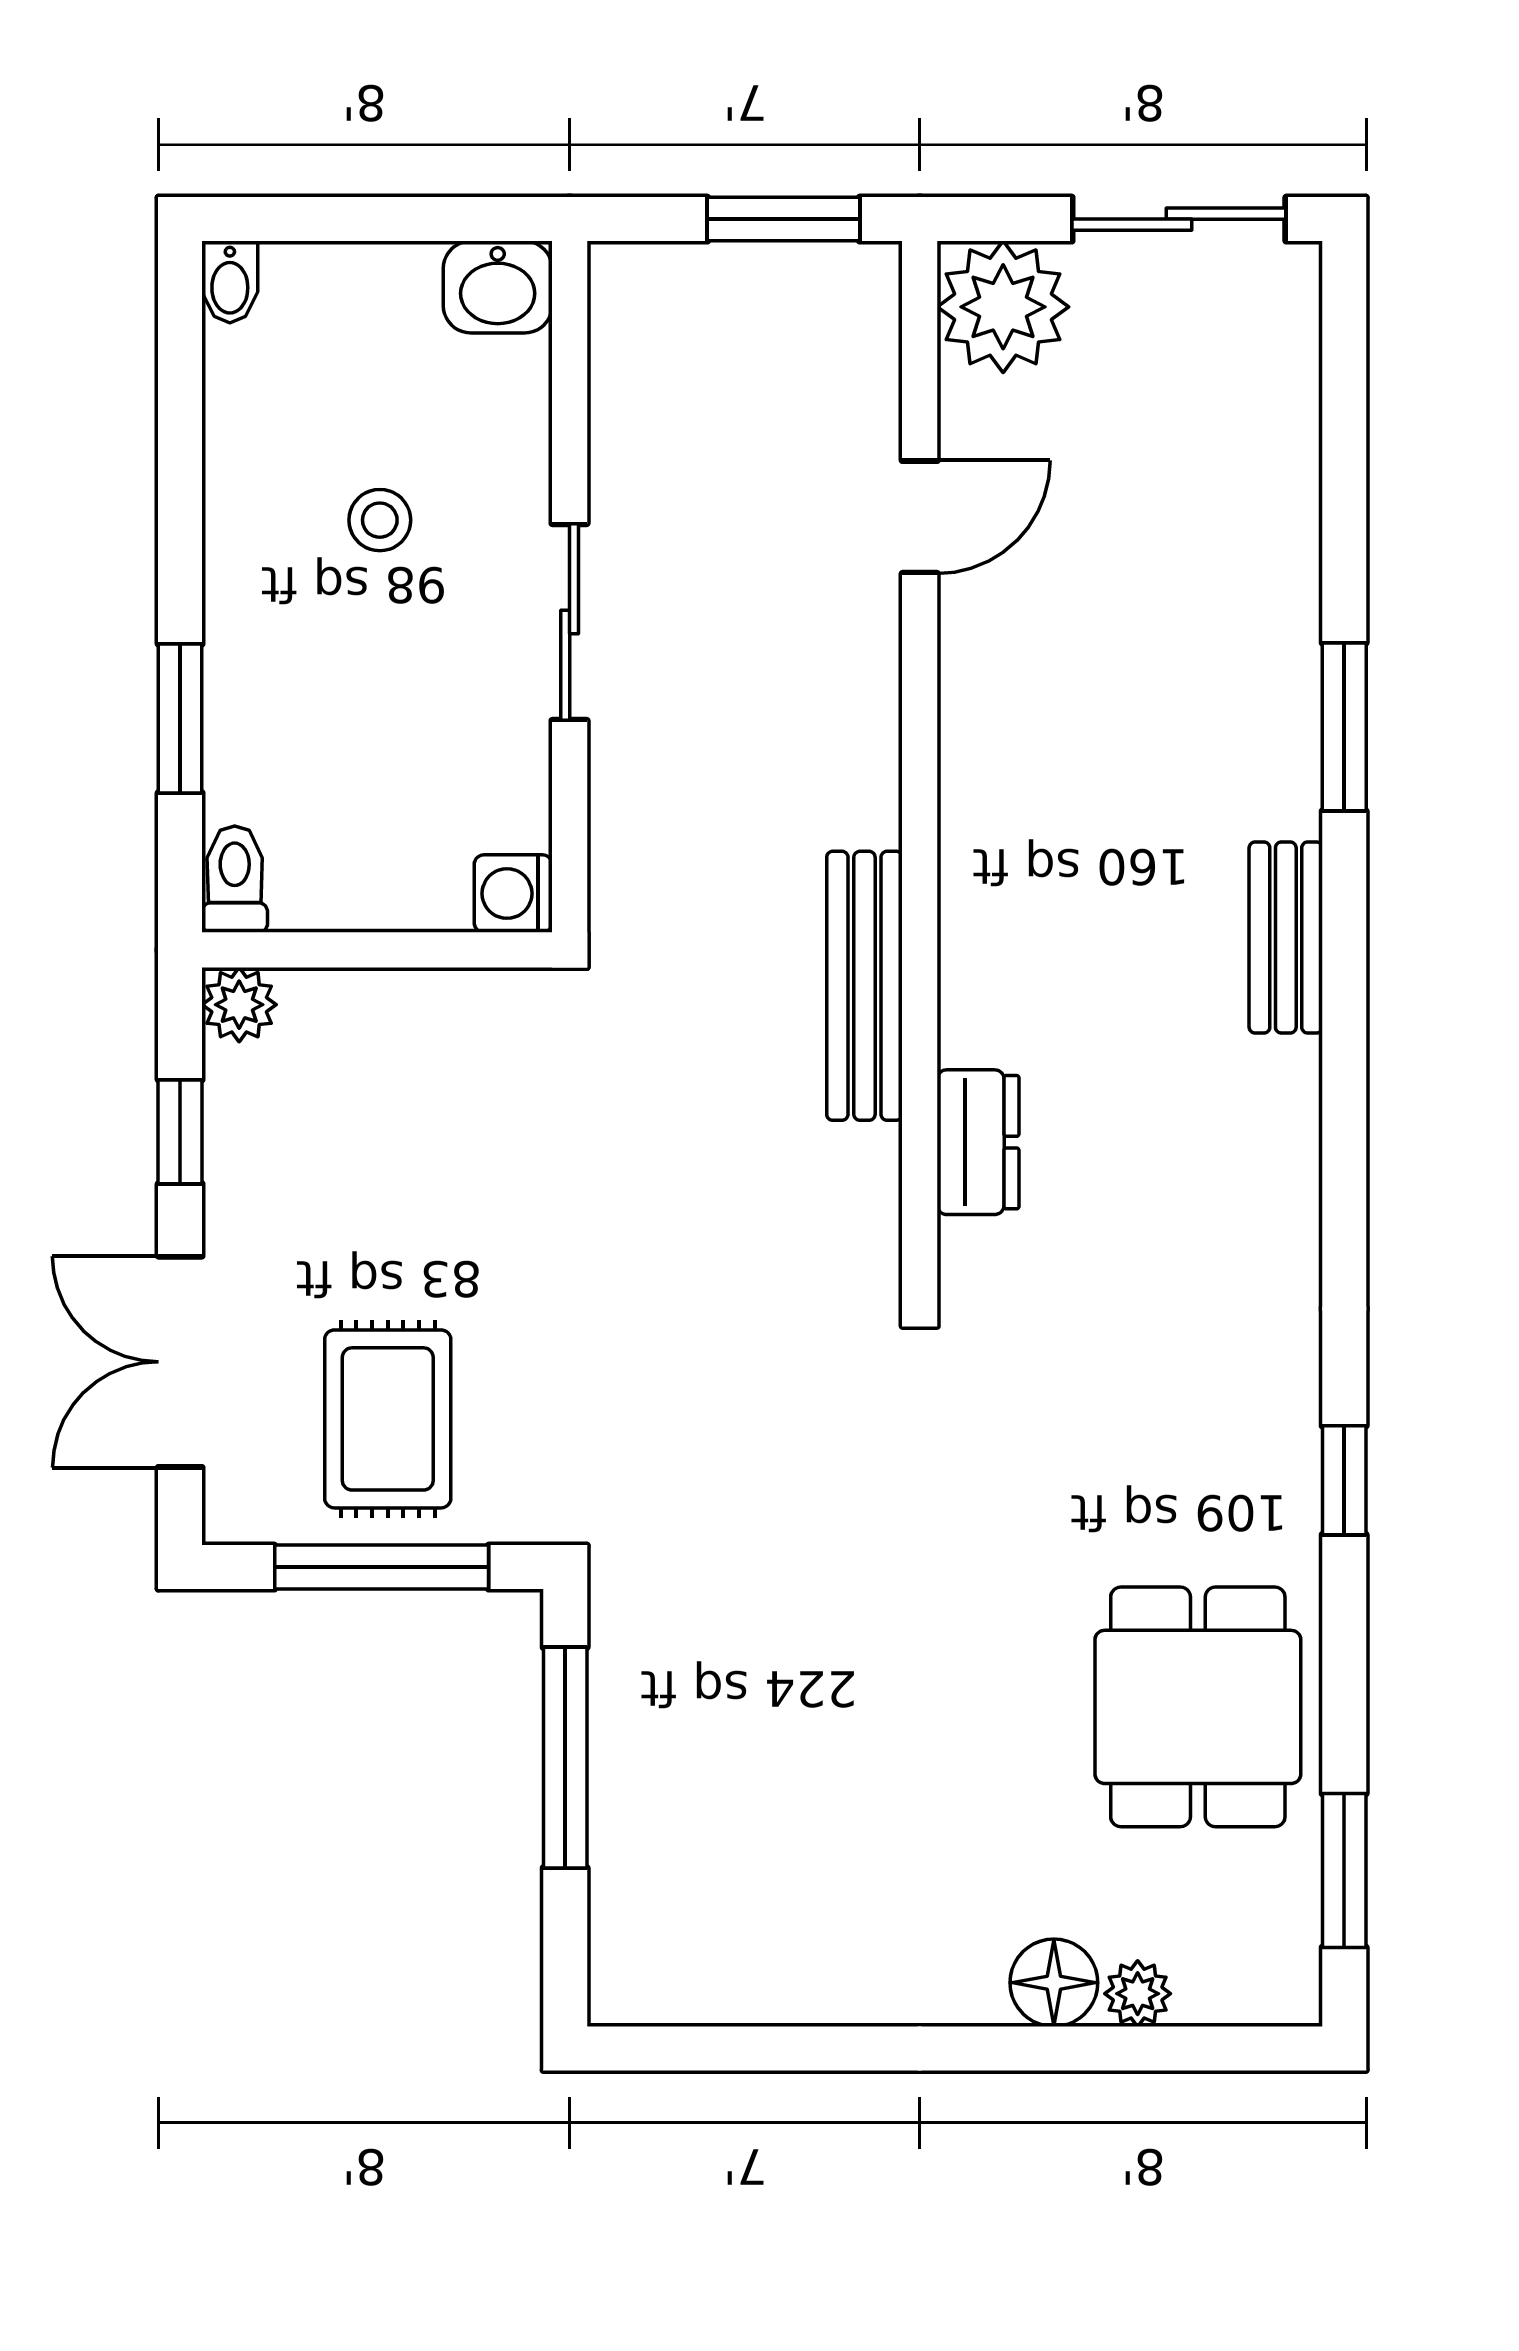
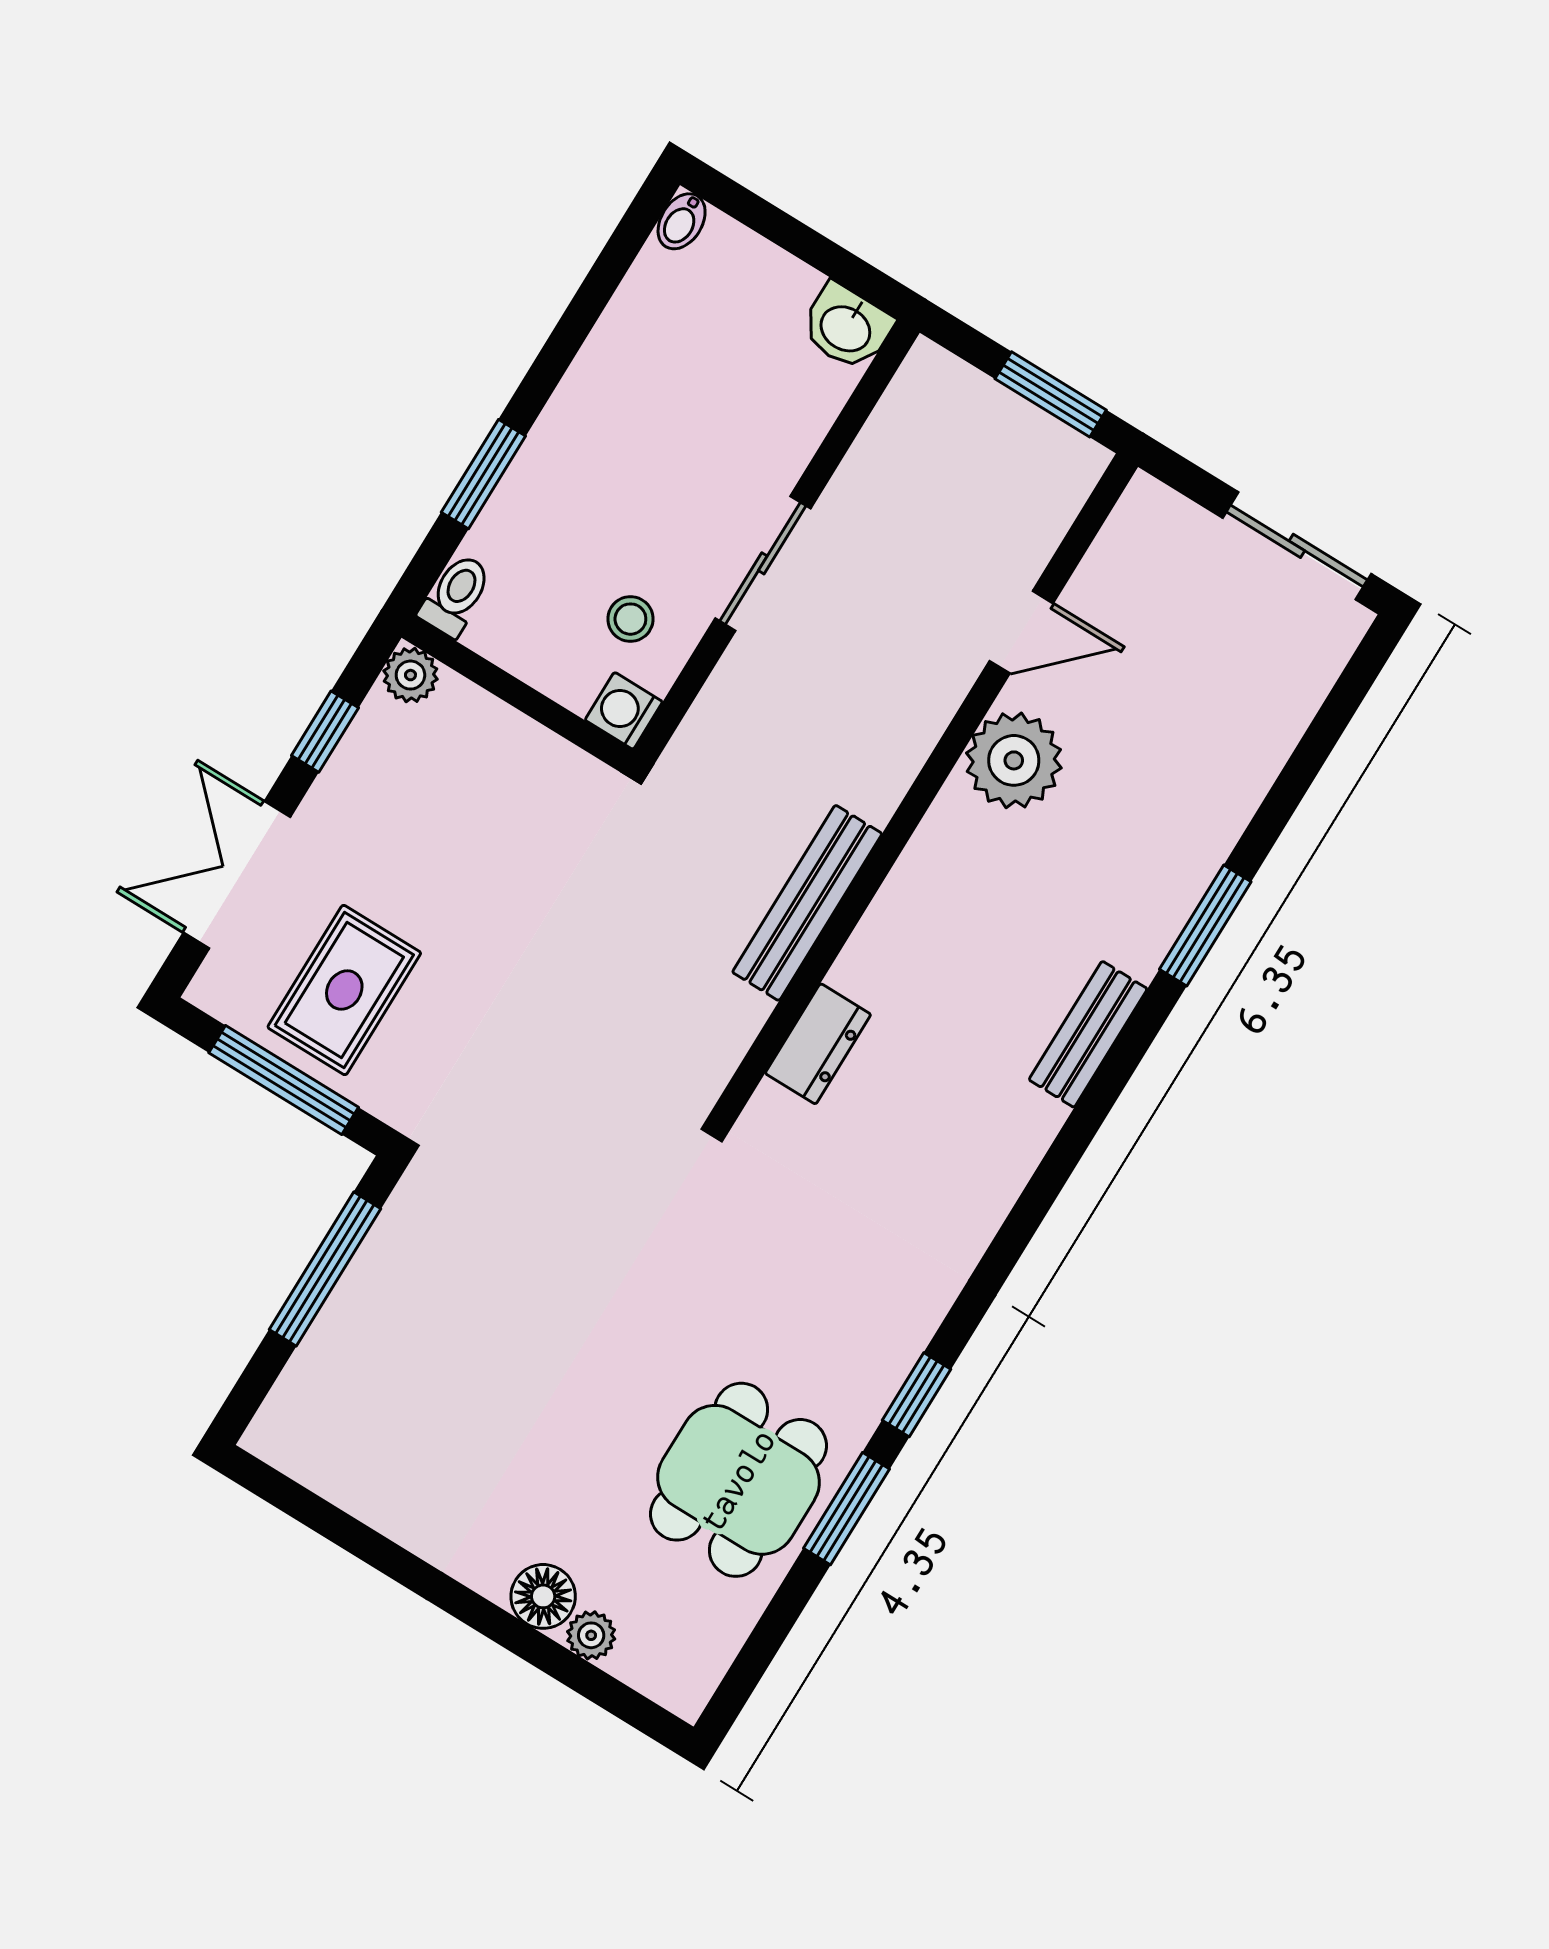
plant: (1003, 307) -> (1014, 760), moved
stool: (380, 520) -> (630, 619), moved
window: (1344, 1871) -> (846, 1509), moved

